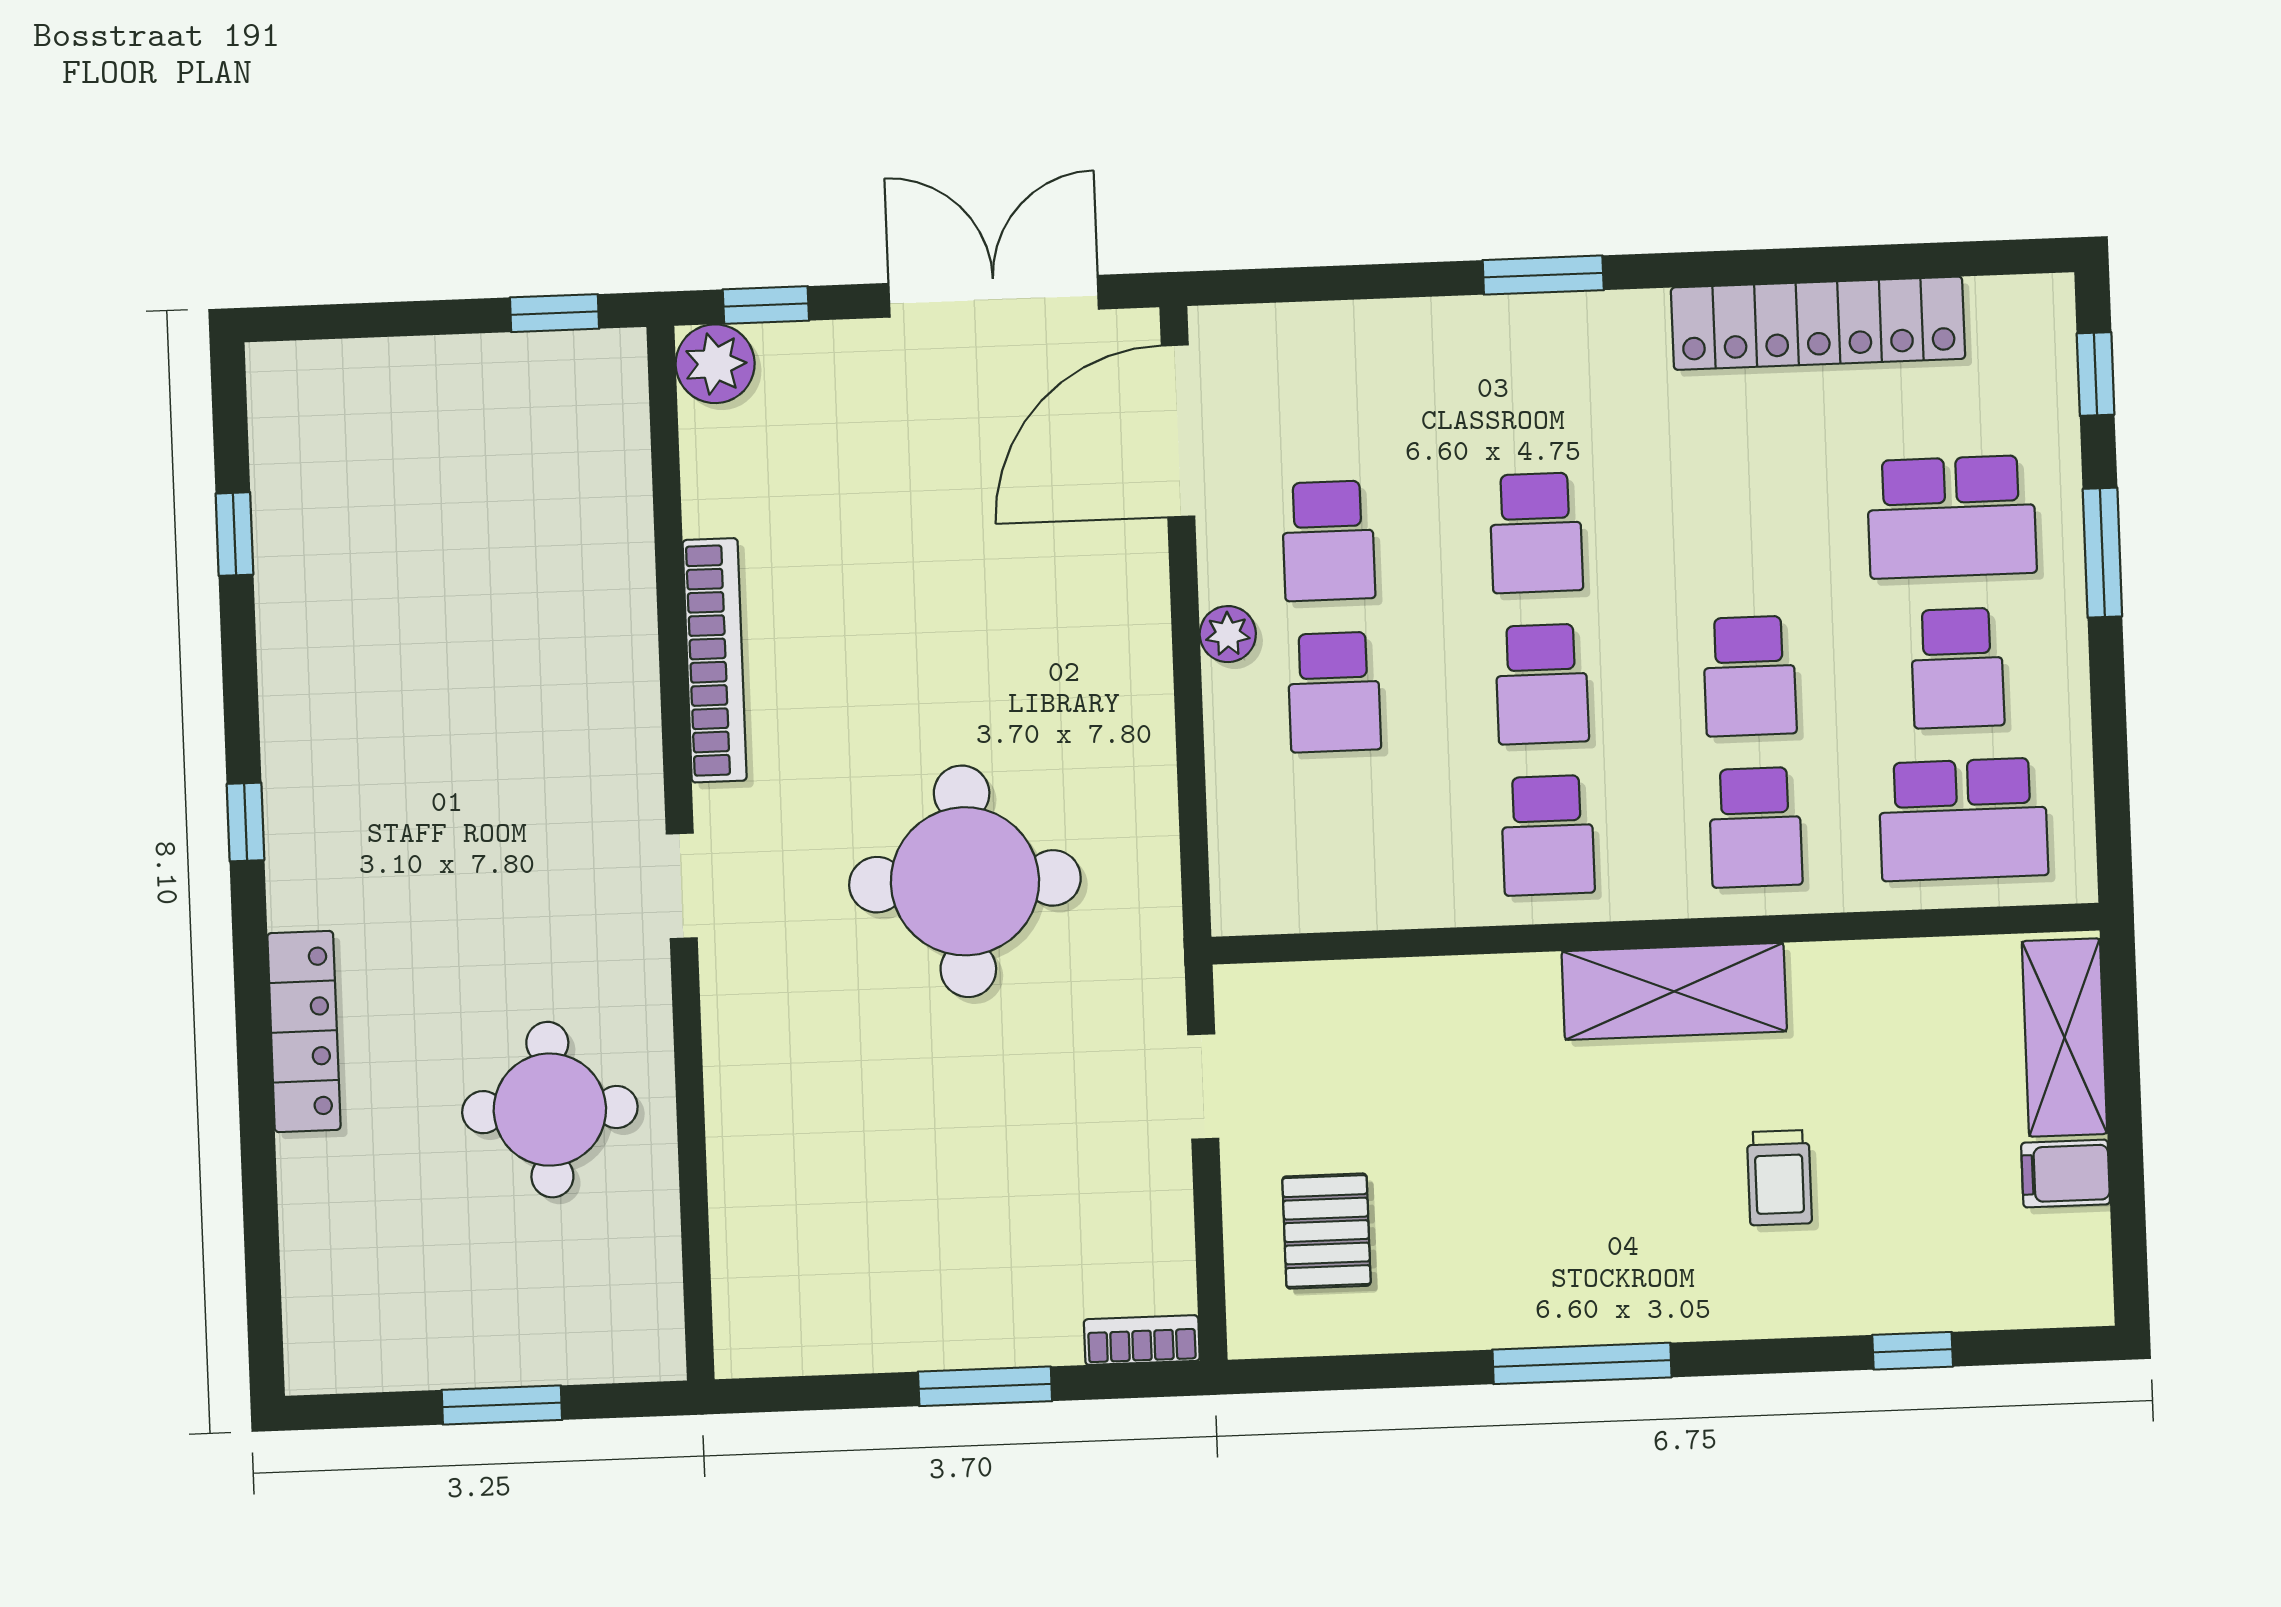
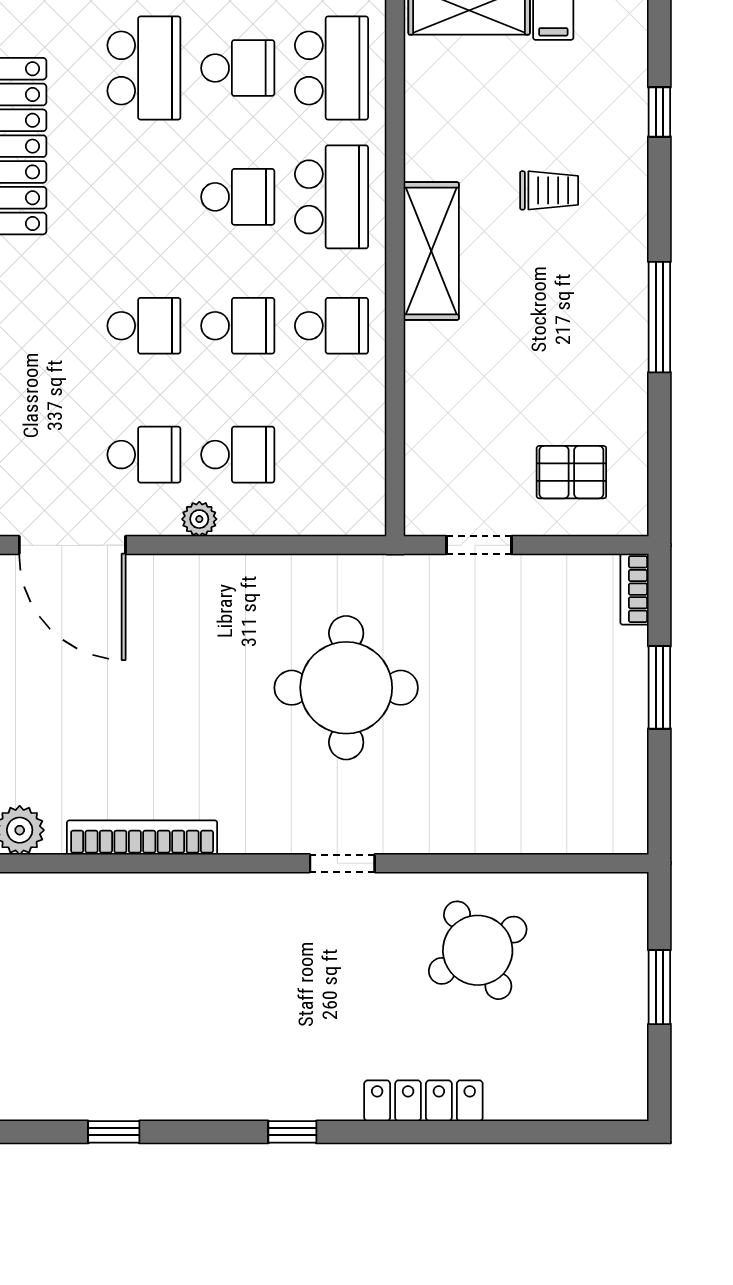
bookcase: (715, 660) -> (142, 838), moved
school desk: (1755, 827) -> (332, 197), width x1.85
round table: (550, 1110) -> (478, 950), turned -30

